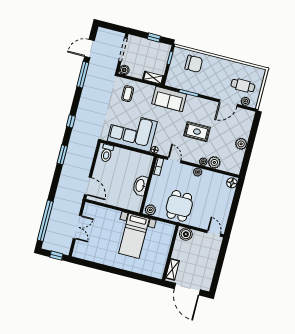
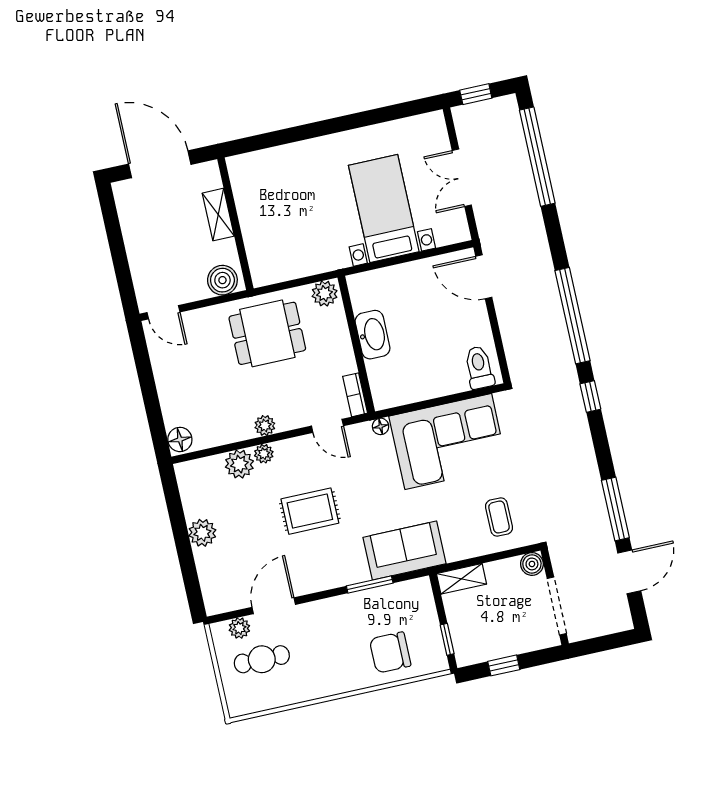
window: (62, 155) -> (572, 316), width x2.11
dining table: (179, 206) -> (267, 333), turned 90
bed with nightstands: (134, 236) -> (384, 209), moved
shelving: (172, 269) -> (218, 215), moved

